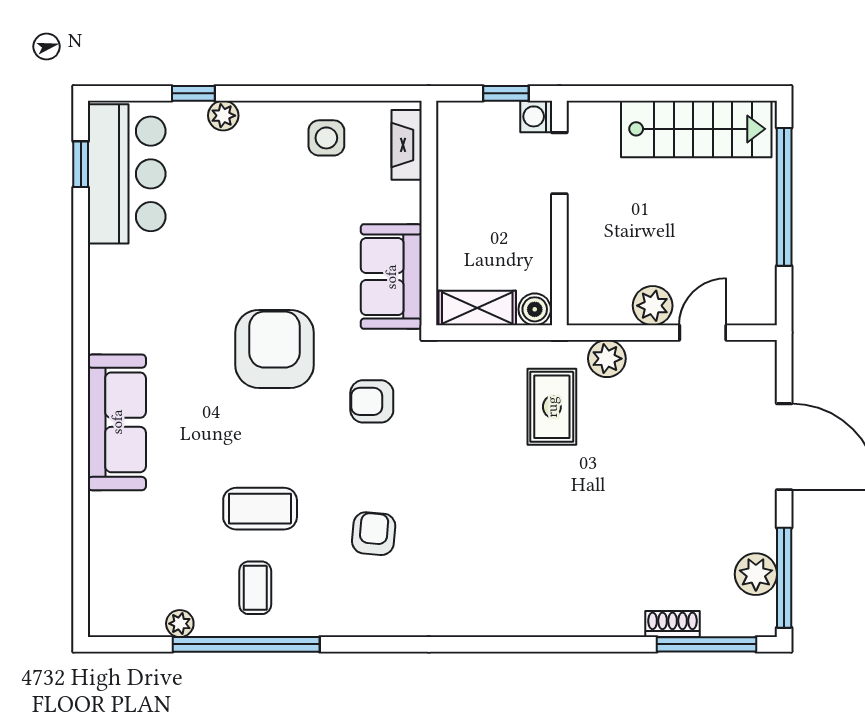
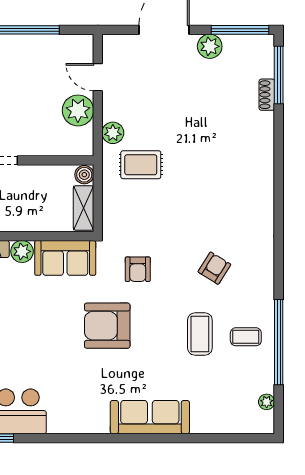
plant: (402, 202) -> (22, 251), added
plant: (653, 306) -> (78, 110), width x1.36, depth x1.36
armchair: (374, 534) -> (214, 268), turned 117
plant: (756, 574) -> (210, 46), moved
plant: (180, 624) -> (267, 402), moved

